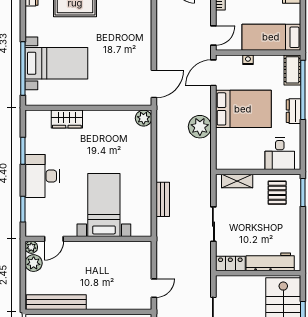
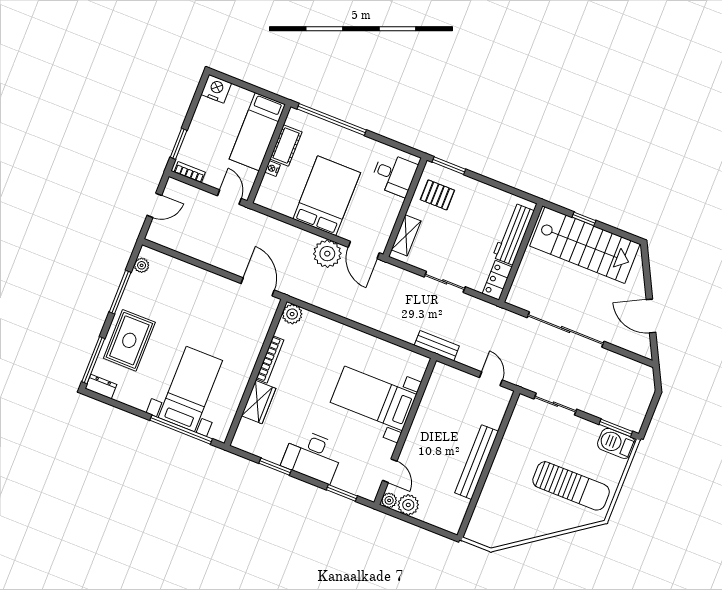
cot: (292, 70) -> (286, 146), moved, turned 90
door: (213, 73) -> (364, 250), moved
dresser: (294, 111) -> (352, 140), removed
bookcase: (102, 115) -> (270, 359), added
bench: (163, 199) -> (437, 346), moved
bench: (56, 302) -> (477, 462), moved

